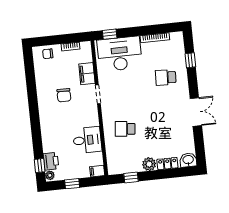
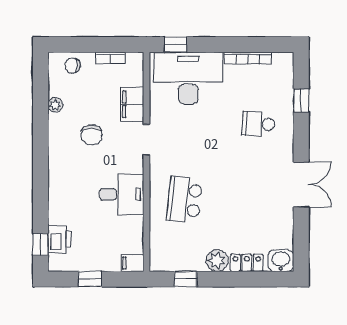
school desk: (125, 129) -> (184, 200), width x1.85
desk: (87, 140) -> (122, 194), moved
plant: (50, 175) -> (55, 105), moved

